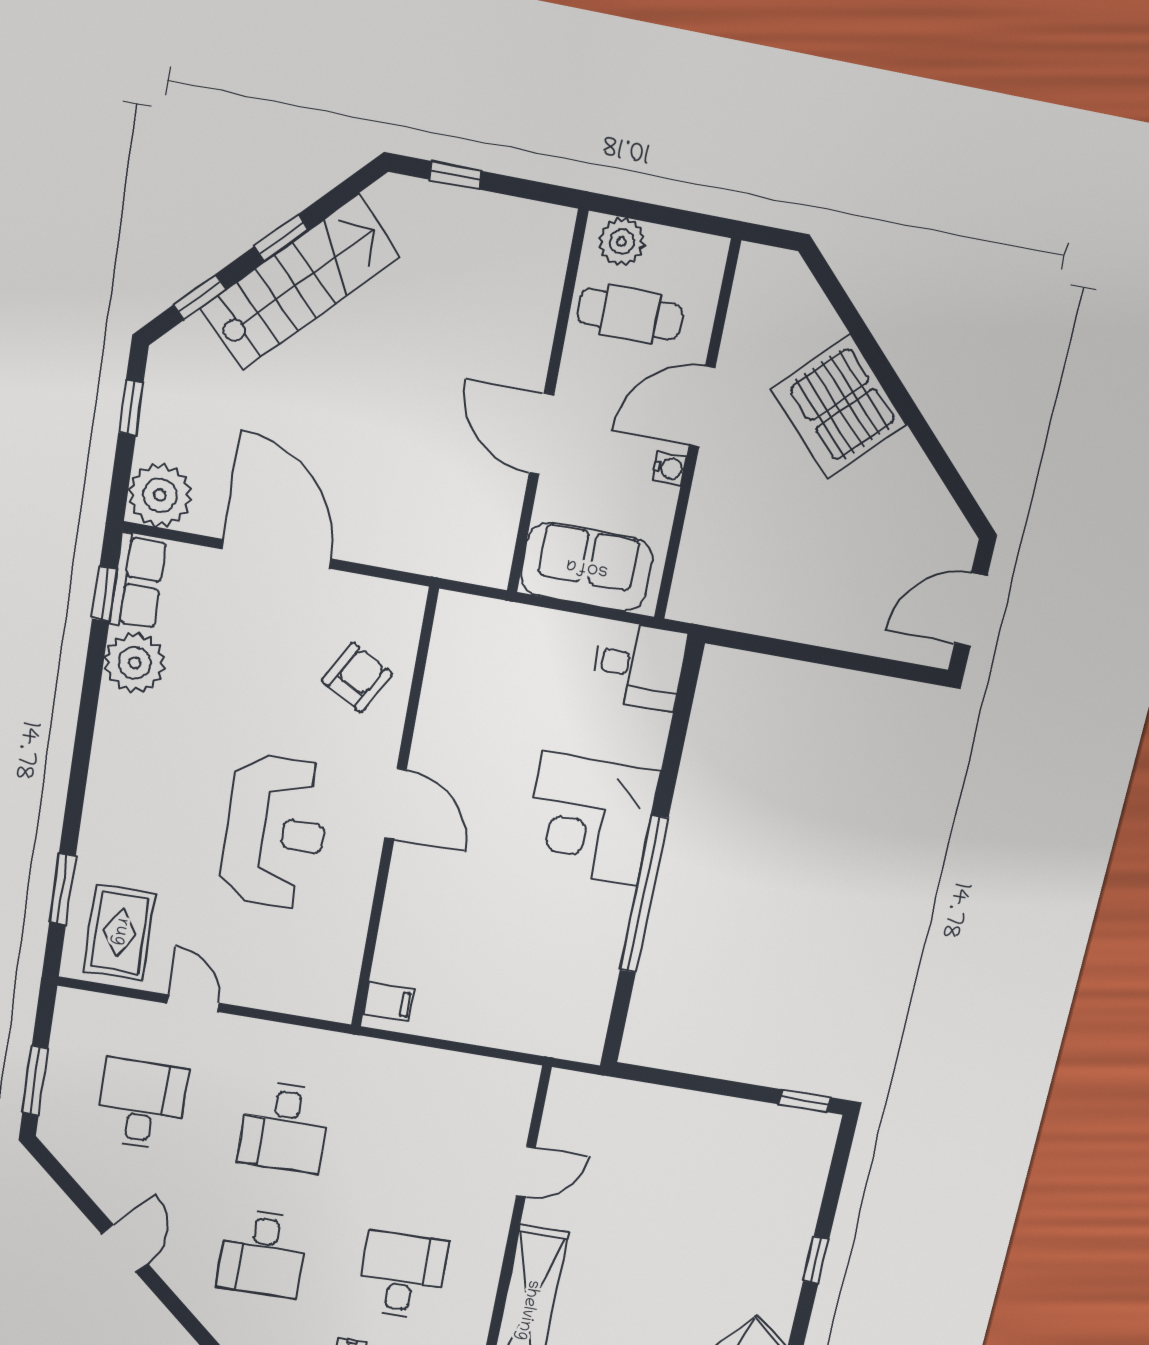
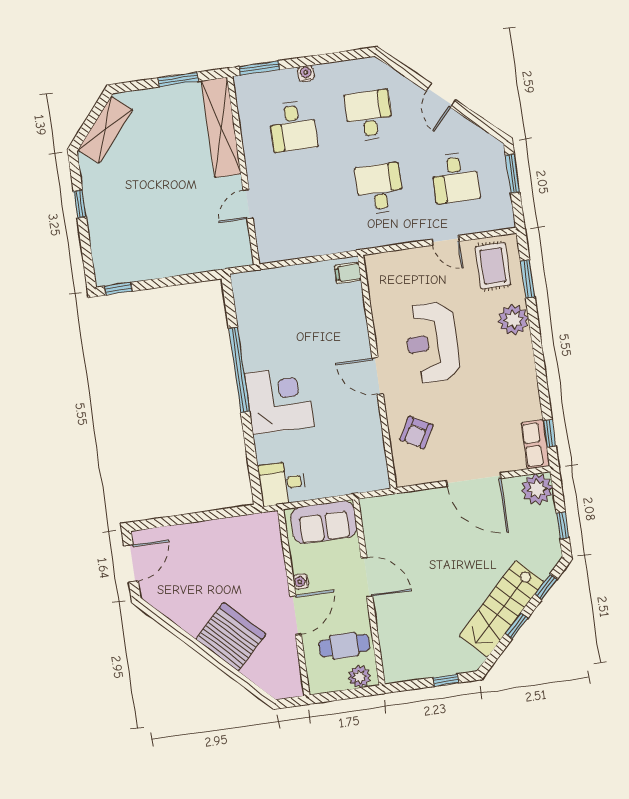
plant: (135, 663) -> (513, 320), moved

